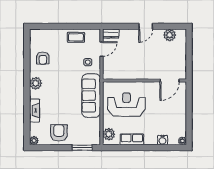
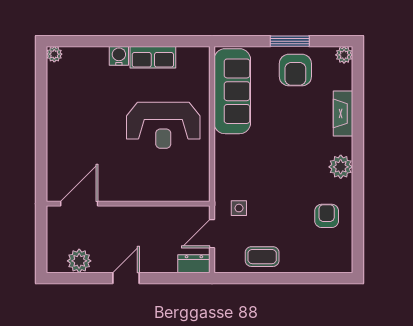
wall: (144, 81) -> (128, 204), moved
door: (170, 81) -> (79, 204), moved
sofa: (91, 96) -> (232, 91), moved
plant: (109, 134) -> (198, 67), removed
water cooler: (163, 140) -> (119, 56), moved
window: (82, 148) -> (290, 41), moved

